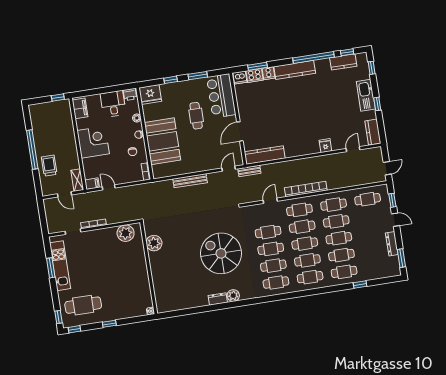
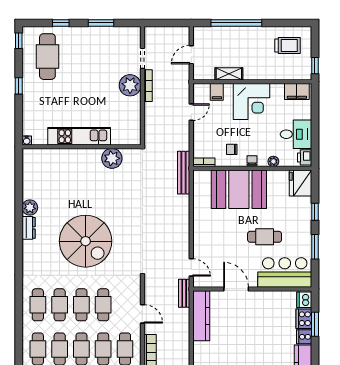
window: (32, 150) -> (236, 23), moved
trolley: (49, 166) -> (287, 45), moved
shelving: (77, 180) -> (229, 74), moved
bench: (190, 181) -> (184, 173), moved
filing cabinet: (92, 184) -> (217, 92), moved
plant: (126, 233) -> (130, 85), moved
spiral stairs: (221, 253) -> (86, 241), turned 90
kitchen unit: (60, 266) -> (79, 136), moved, turned 180
plant: (233, 296) -> (30, 208), moved
window: (58, 317) -> (61, 23), moved

